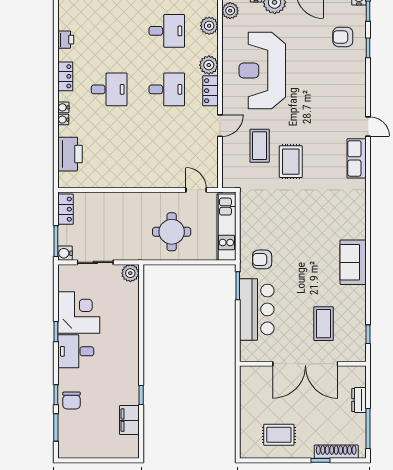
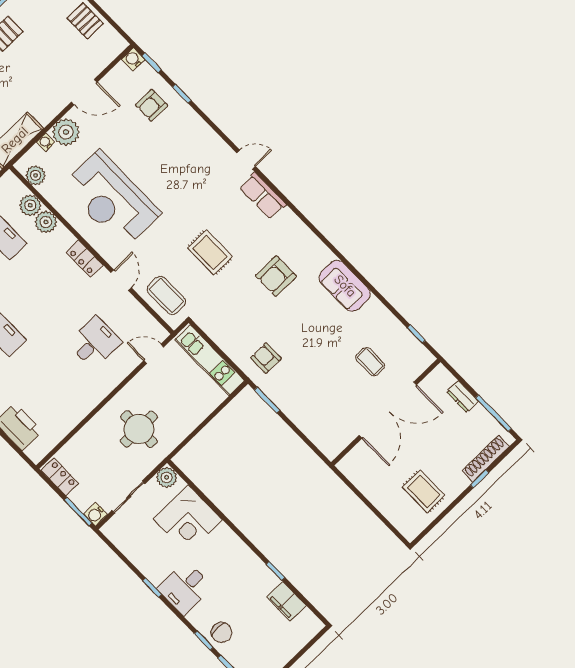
plant: (209, 65) -> (46, 222), moved
desk: (167, 89) -> (95, 342), moved
coffee table: (260, 146) -> (166, 295), moved
armchair: (317, 215) -> (276, 276), added
round table: (172, 232) -> (139, 429), moved
armchair: (262, 259) -> (266, 358), turned 90
bar counter: (257, 309) -> (303, 404), removed
corner desk: (79, 312) -> (188, 519), moved, turned 180
coffee table: (323, 324) -> (370, 362), width x0.73, depth x0.77
rug: (279, 435) -> (424, 491), turned 90

